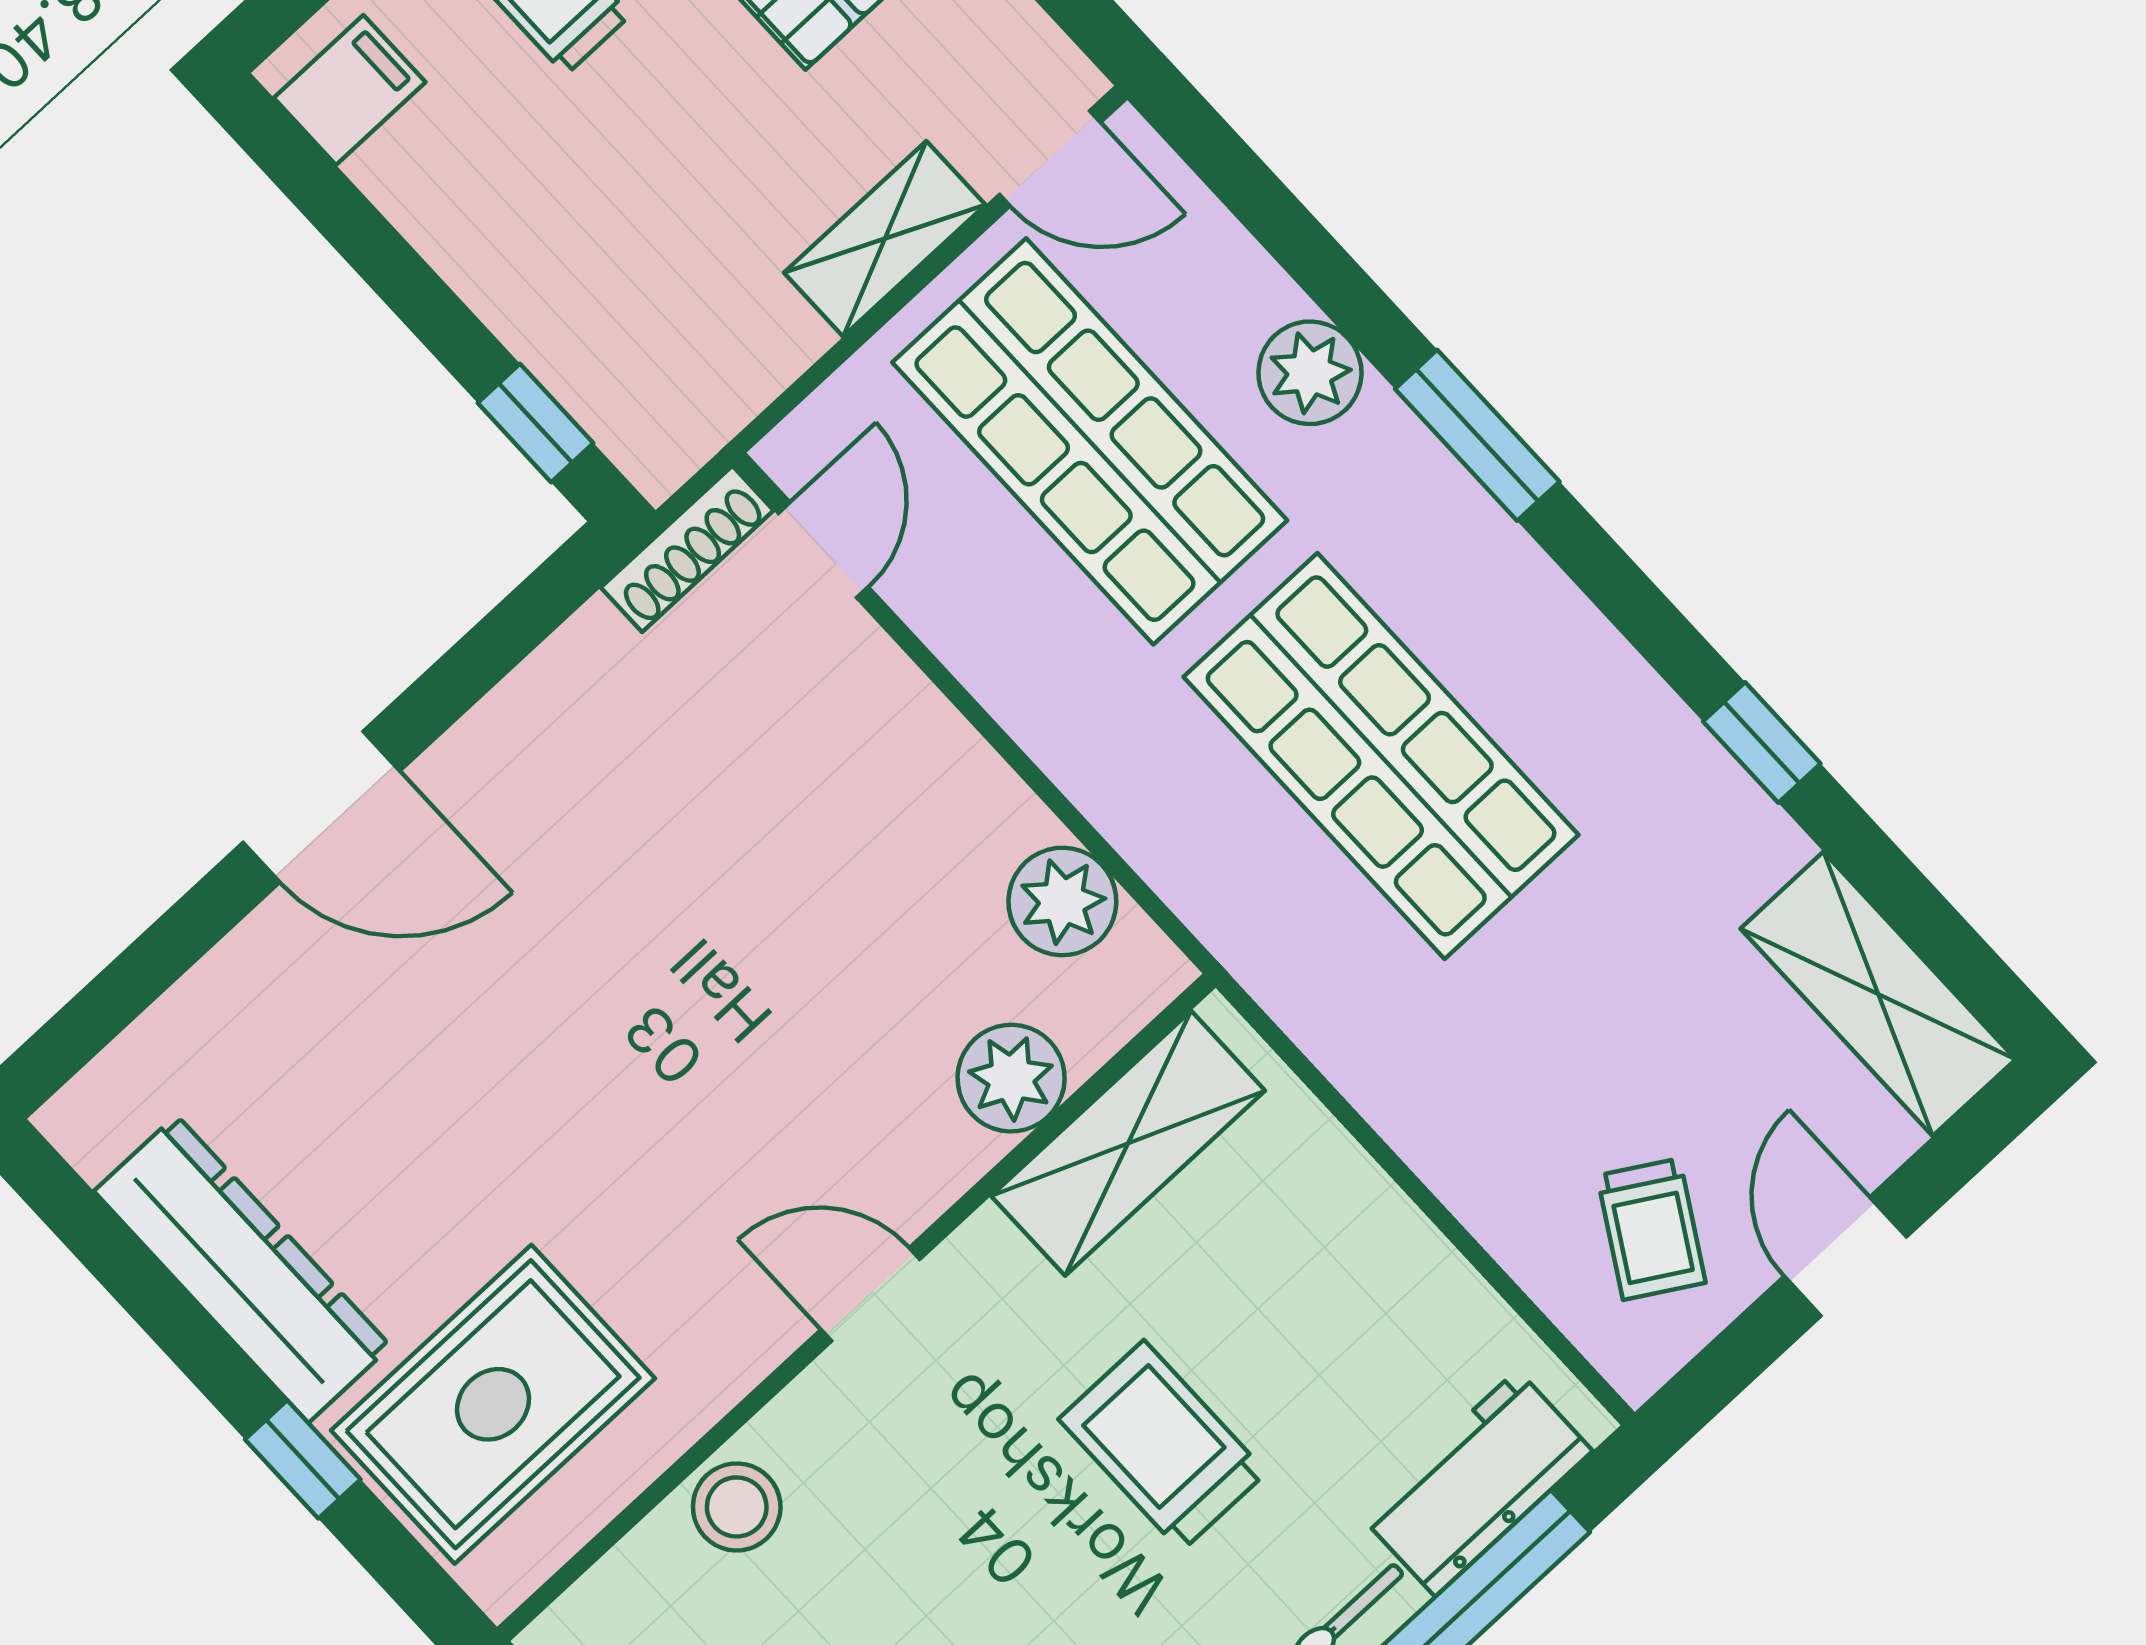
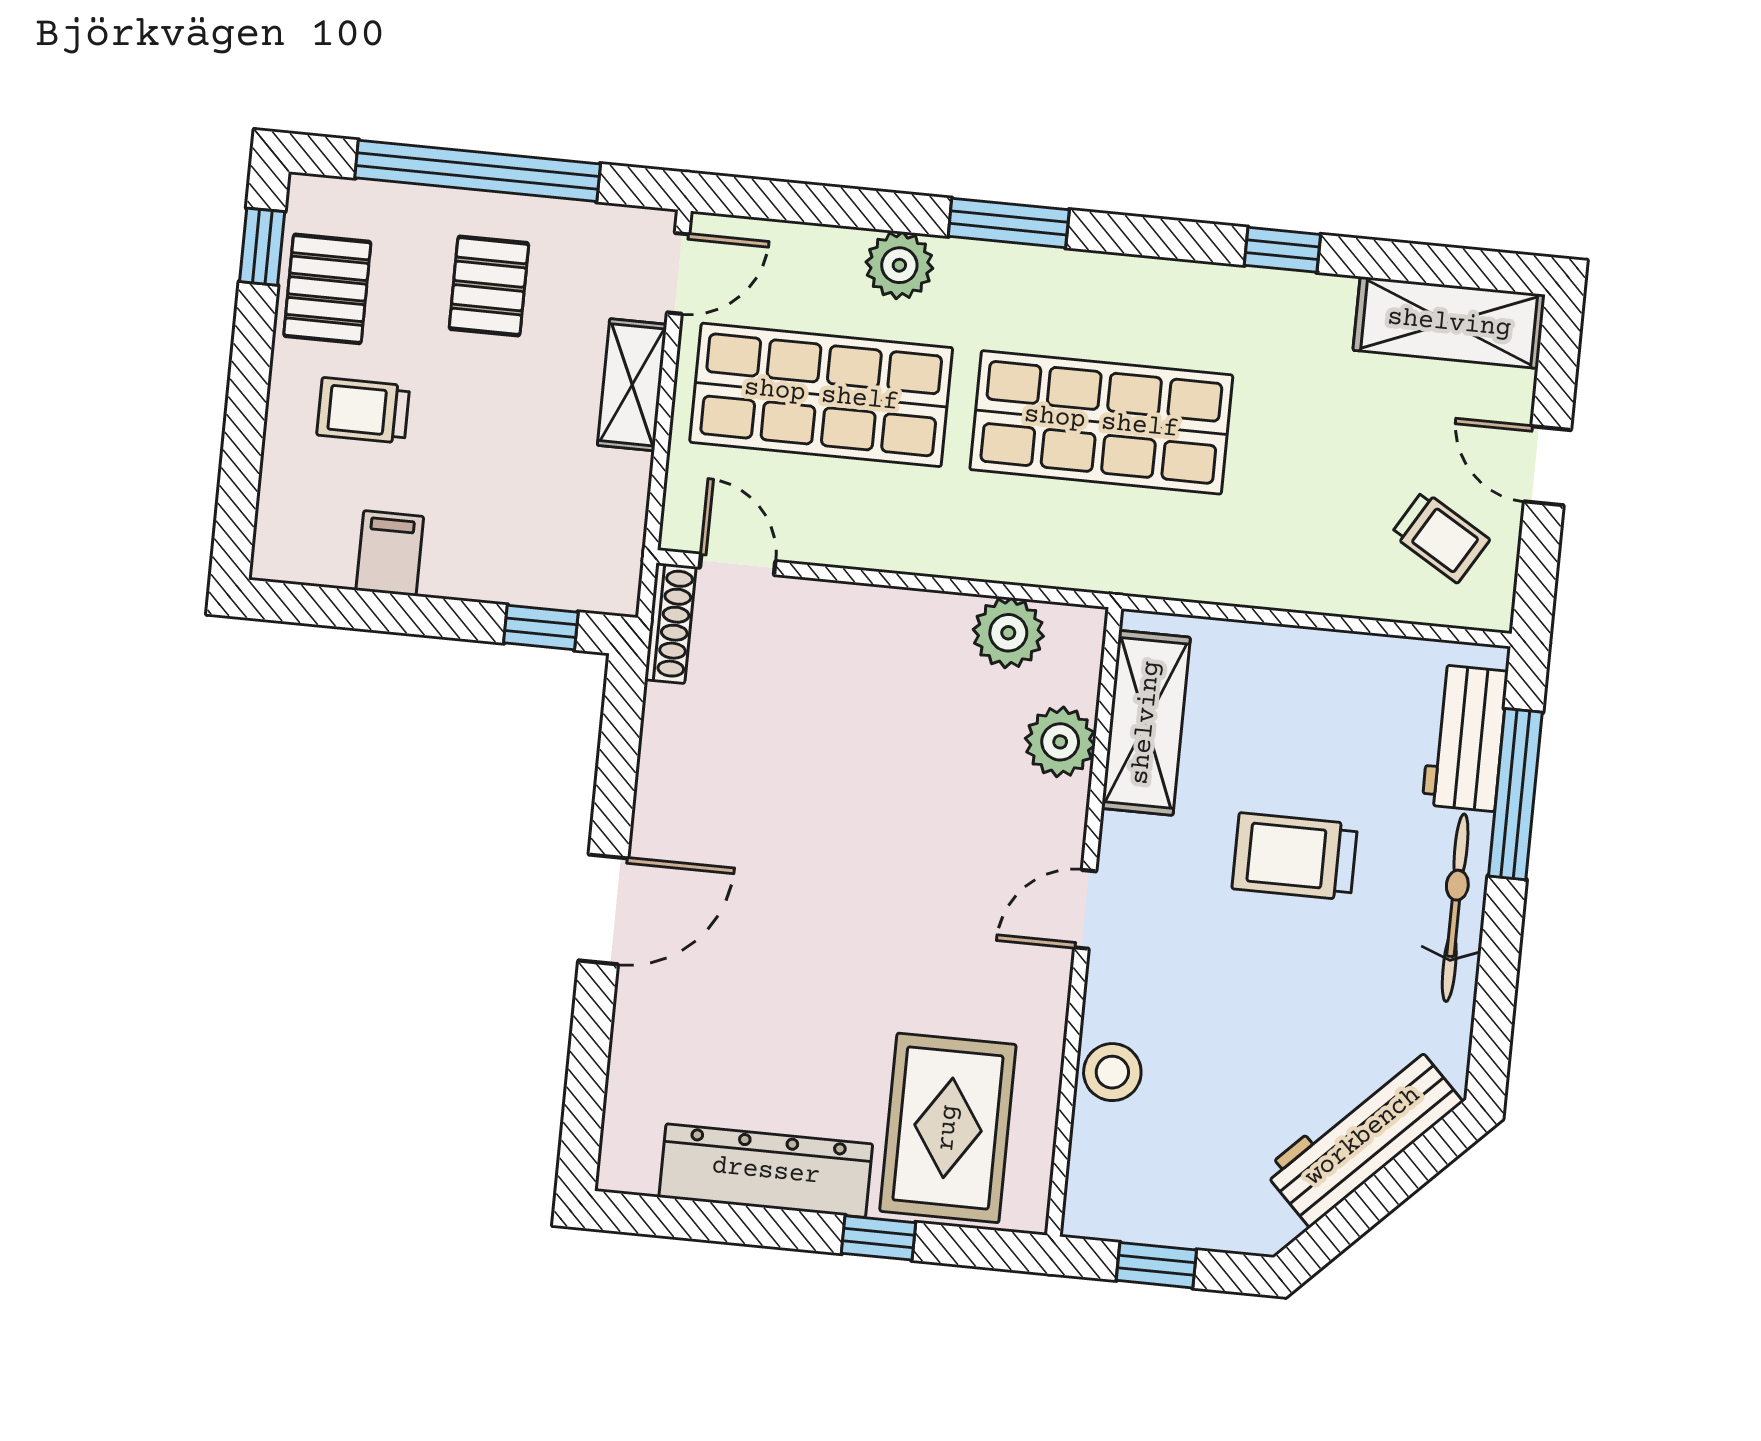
filing cabinet: (350, 90) -> (390, 553), moved

